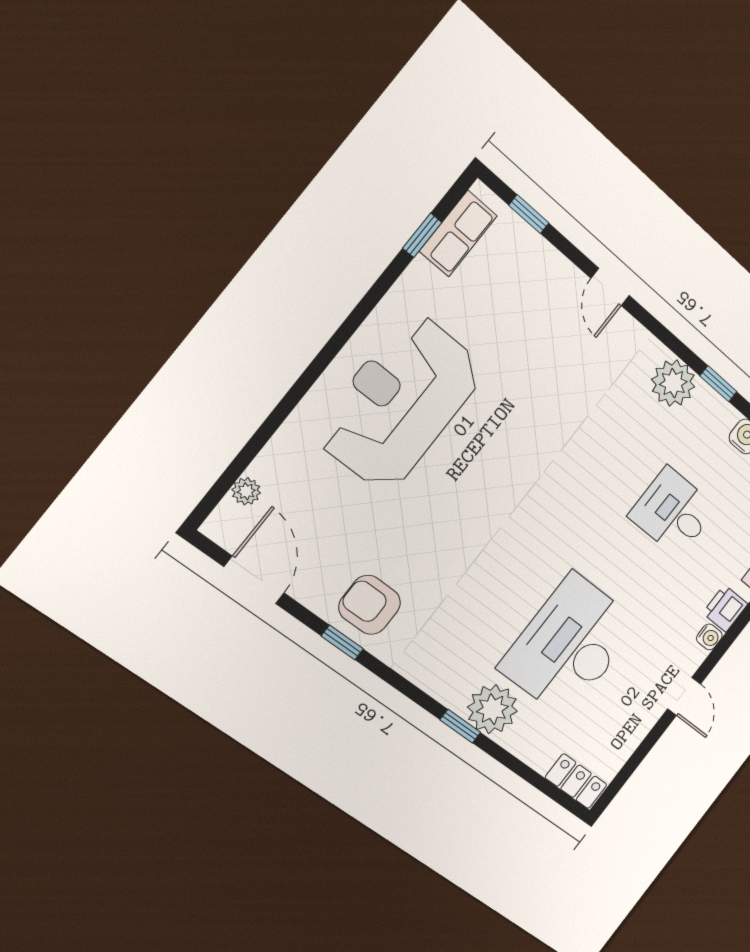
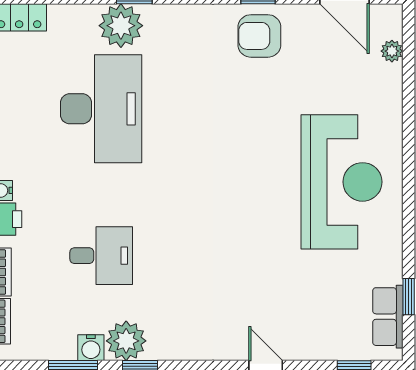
plant: (673, 383) -> (126, 341), moved
armchair: (370, 605) -> (259, 36), turned 180

